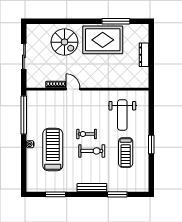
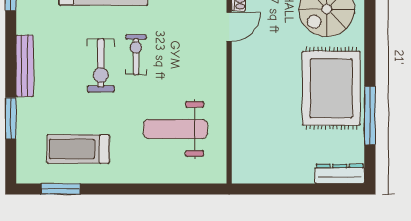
dresser: (144, 55) -> (340, 174), moved
window: (151, 144) -> (61, 189), moved
treadmill: (126, 152) -> (78, 149), moved

